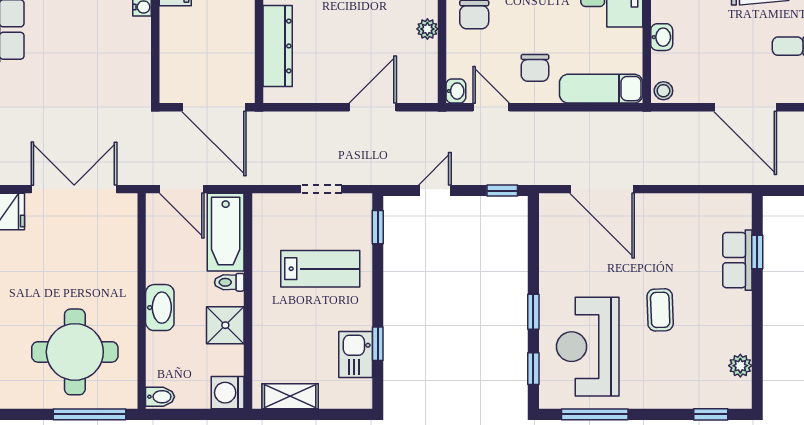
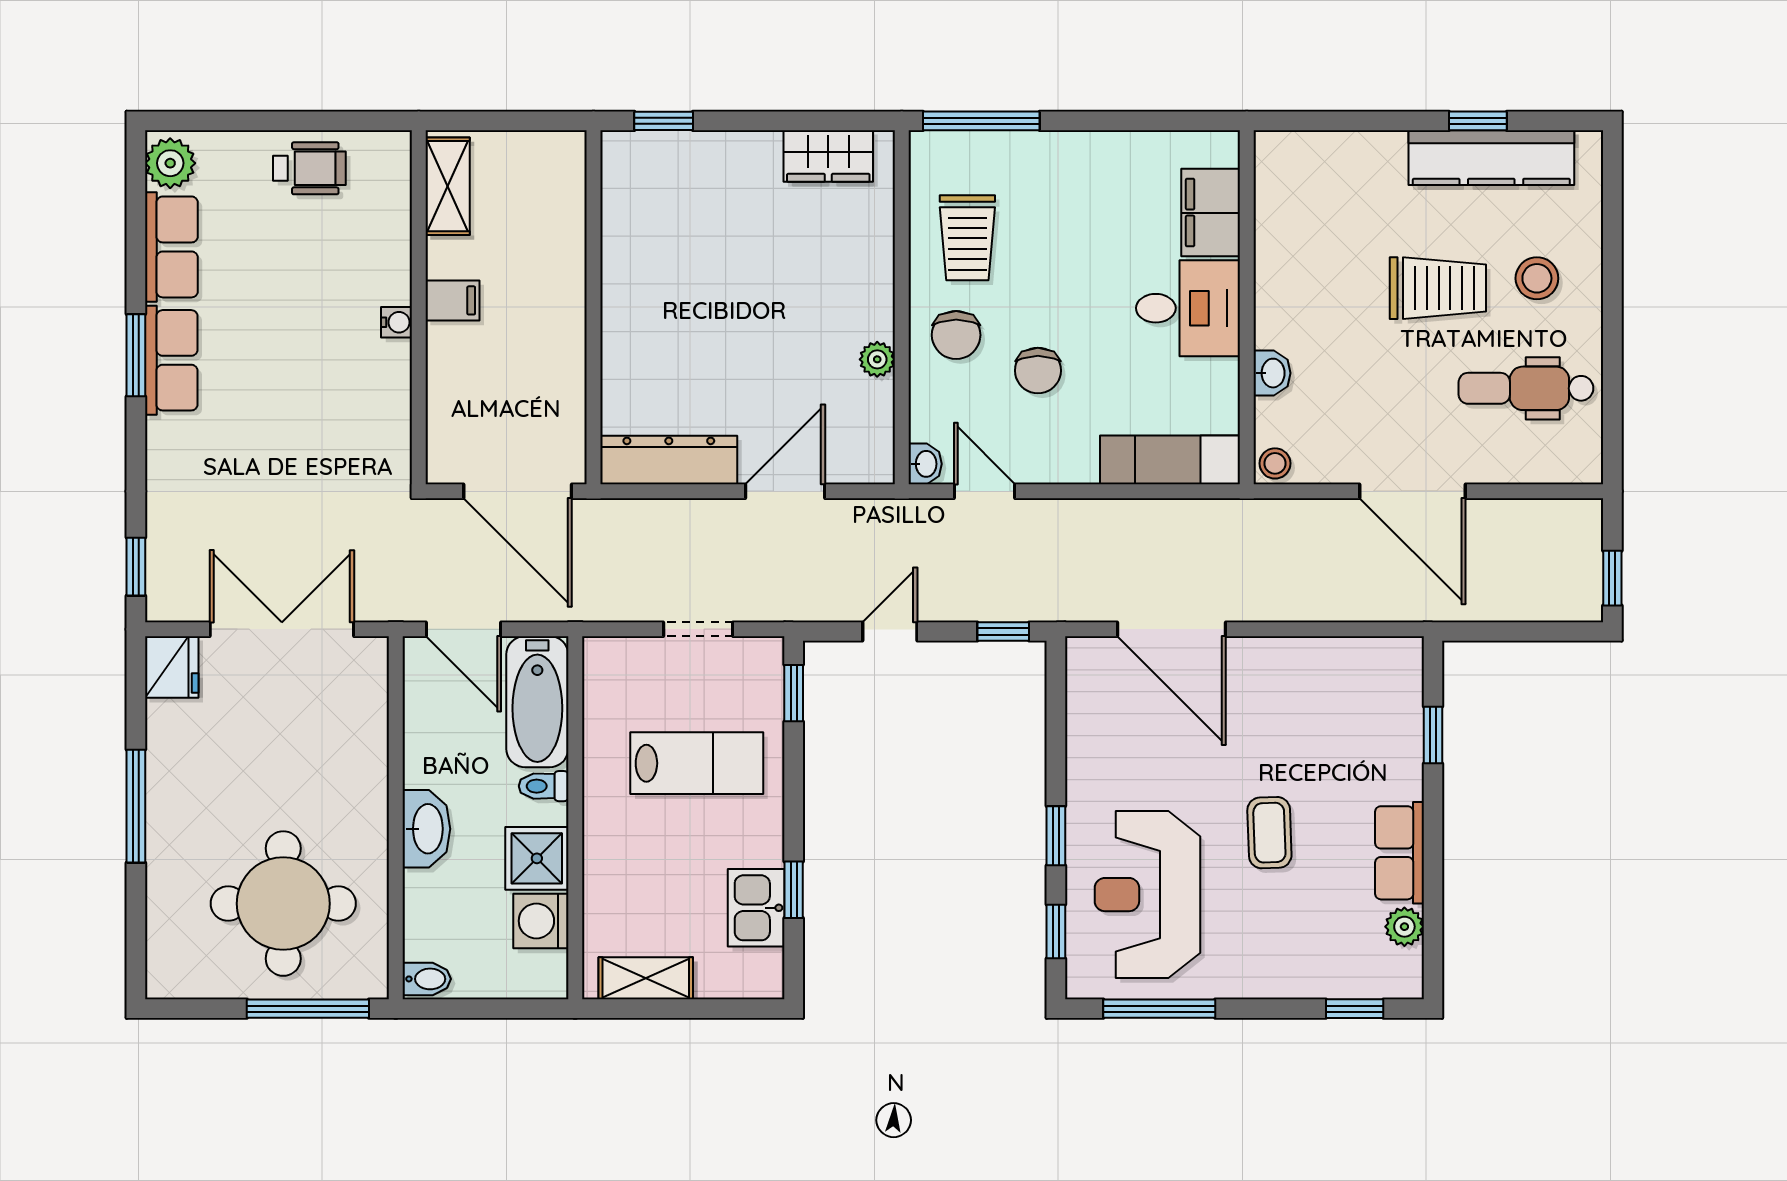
dresser: (278, 46) -> (669, 460), moved, turned -90
chair: (535, 68) -> (1038, 371), moved
row of seats: (737, 260) -> (1400, 853), moved
washing machine: (228, 393) -> (541, 921), moved

